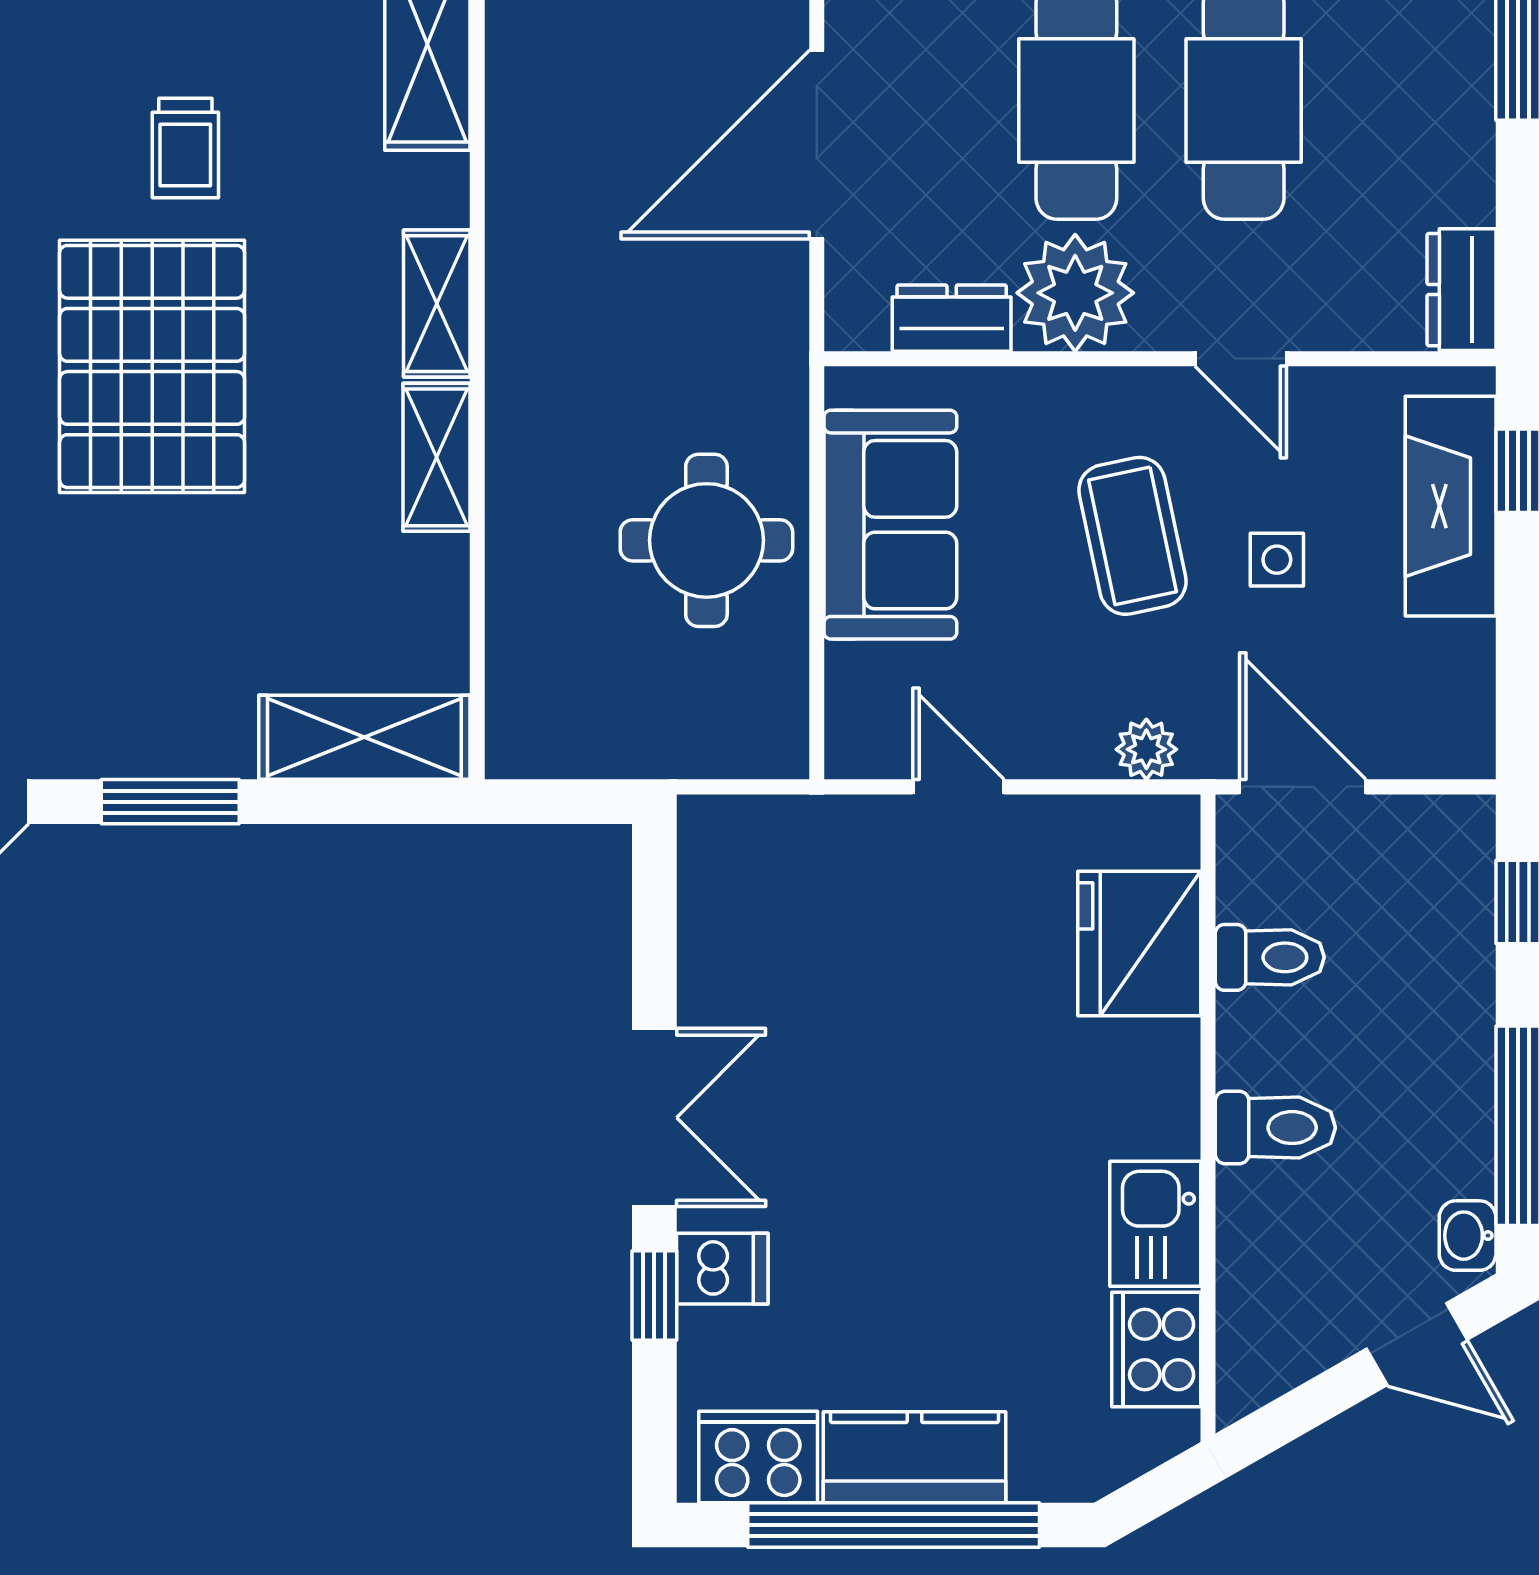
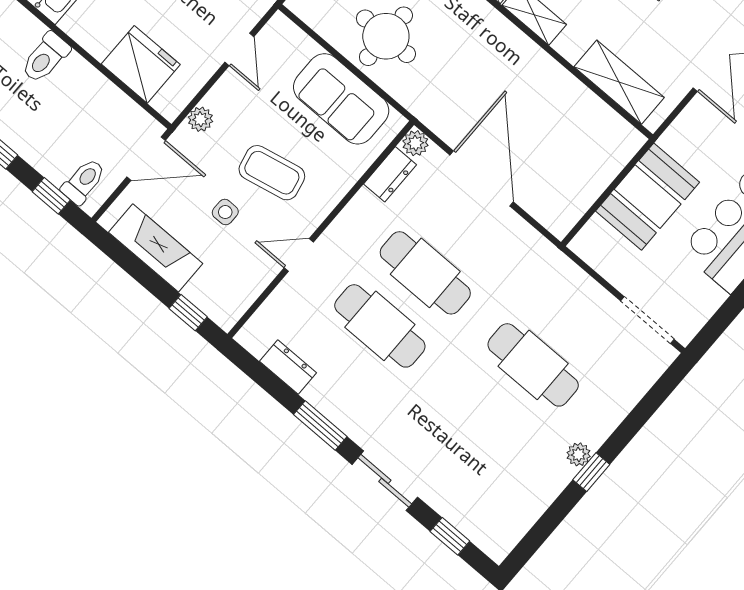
dresser: (1461, 290) -> (288, 367), moved
plant: (1075, 293) -> (415, 143), moved, width x0.53, depth x0.53
fireplace: (1451, 506) -> (156, 248), moved
door: (958, 787) -> (239, 49), hinge flipped
toilet: (1270, 957) -> (84, 181), moved, turned 180

